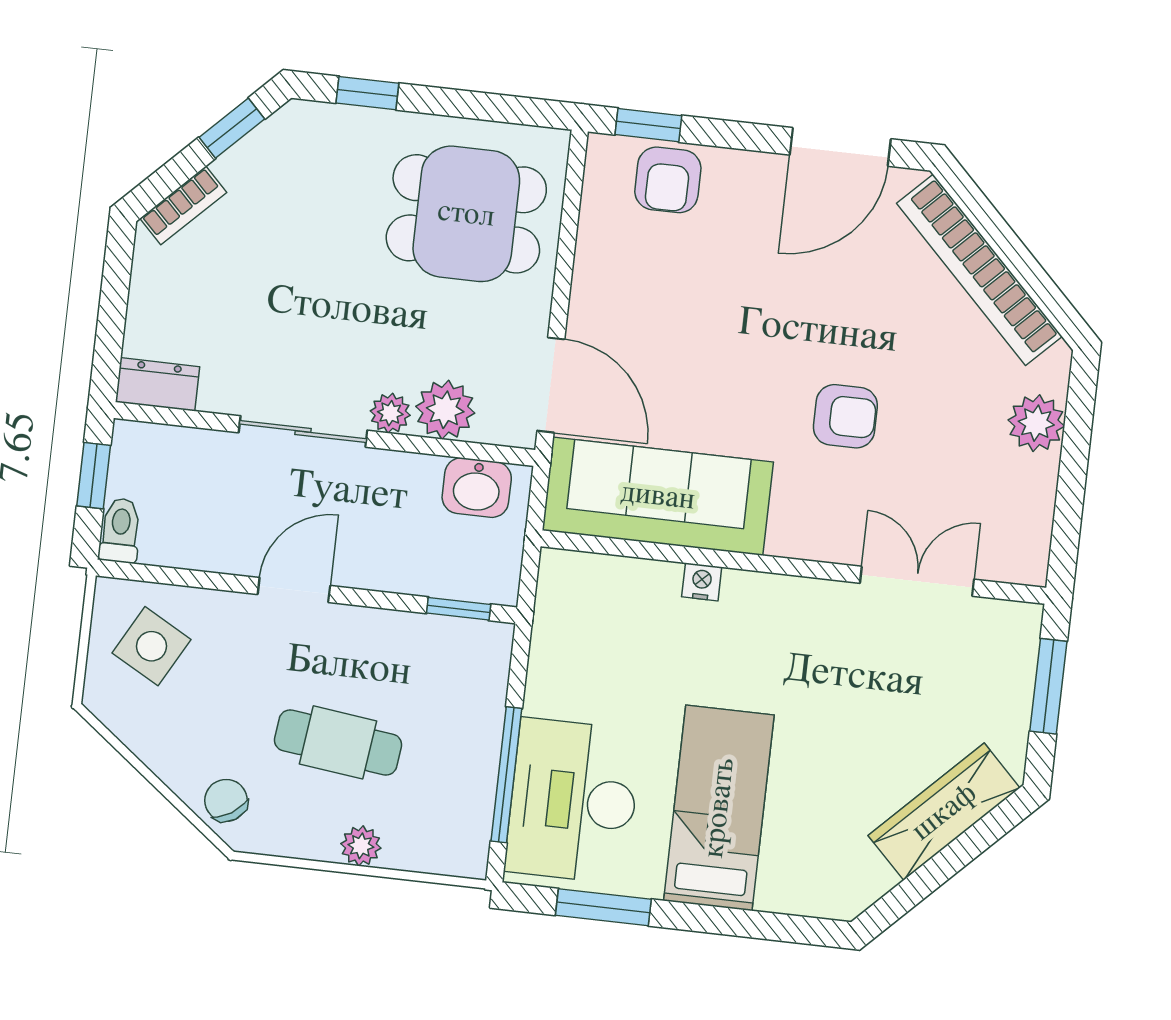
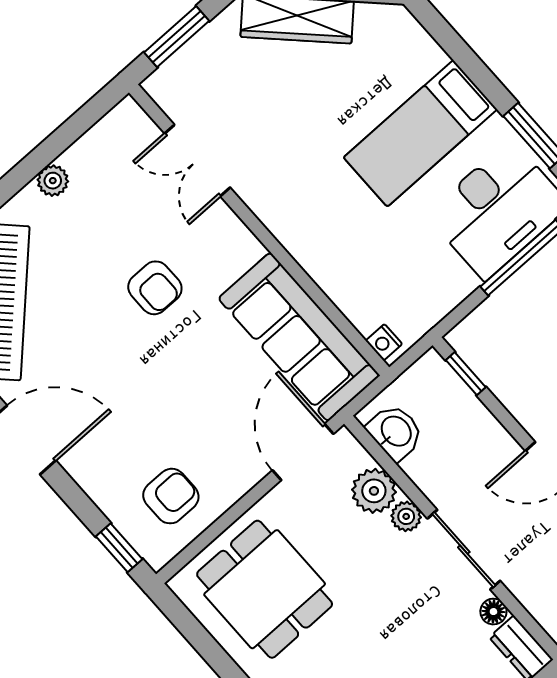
armchair: (668, 180) -> (171, 496), moved
floor lamp: (218, 396) -> (493, 612), added
armchair: (845, 416) -> (155, 288), turned 180
plant: (1036, 423) -> (53, 181), width x0.73, depth x0.73
nightstand: (702, 582) -> (384, 342), moved

